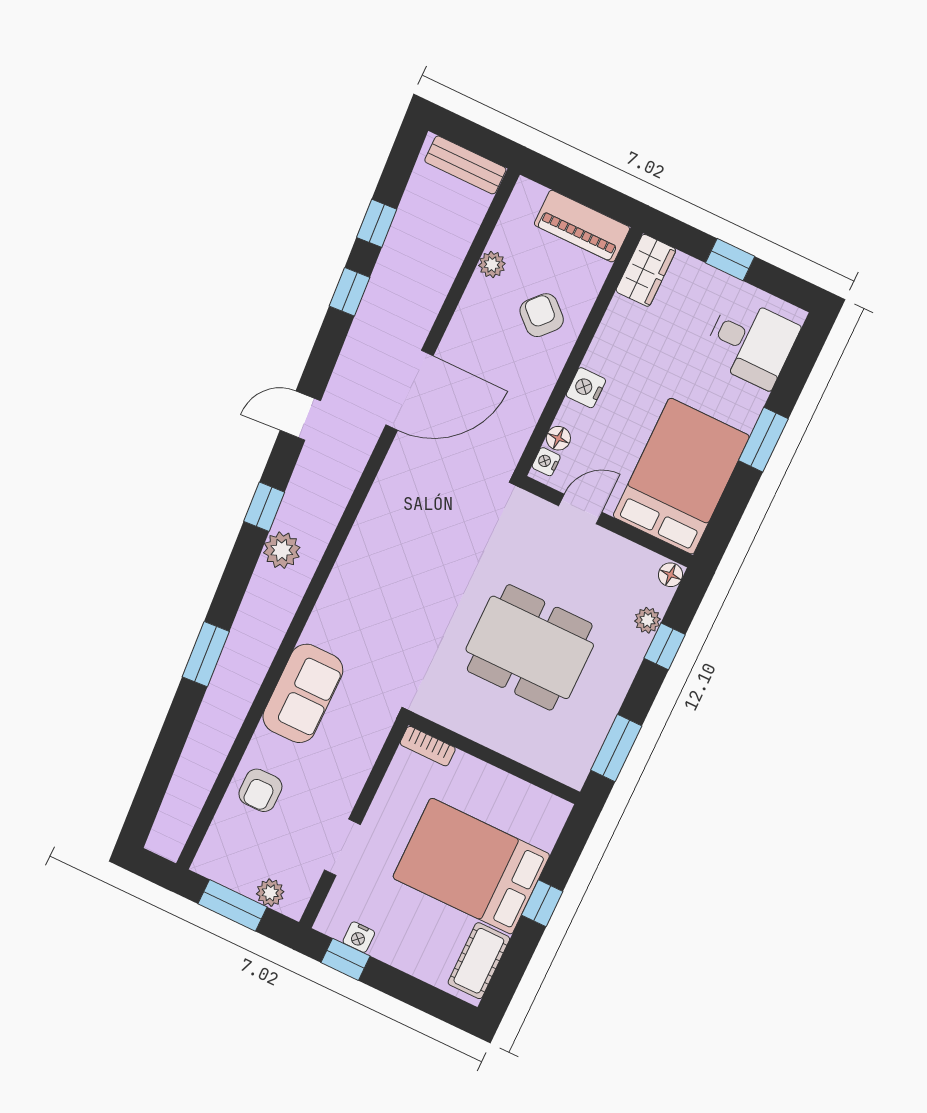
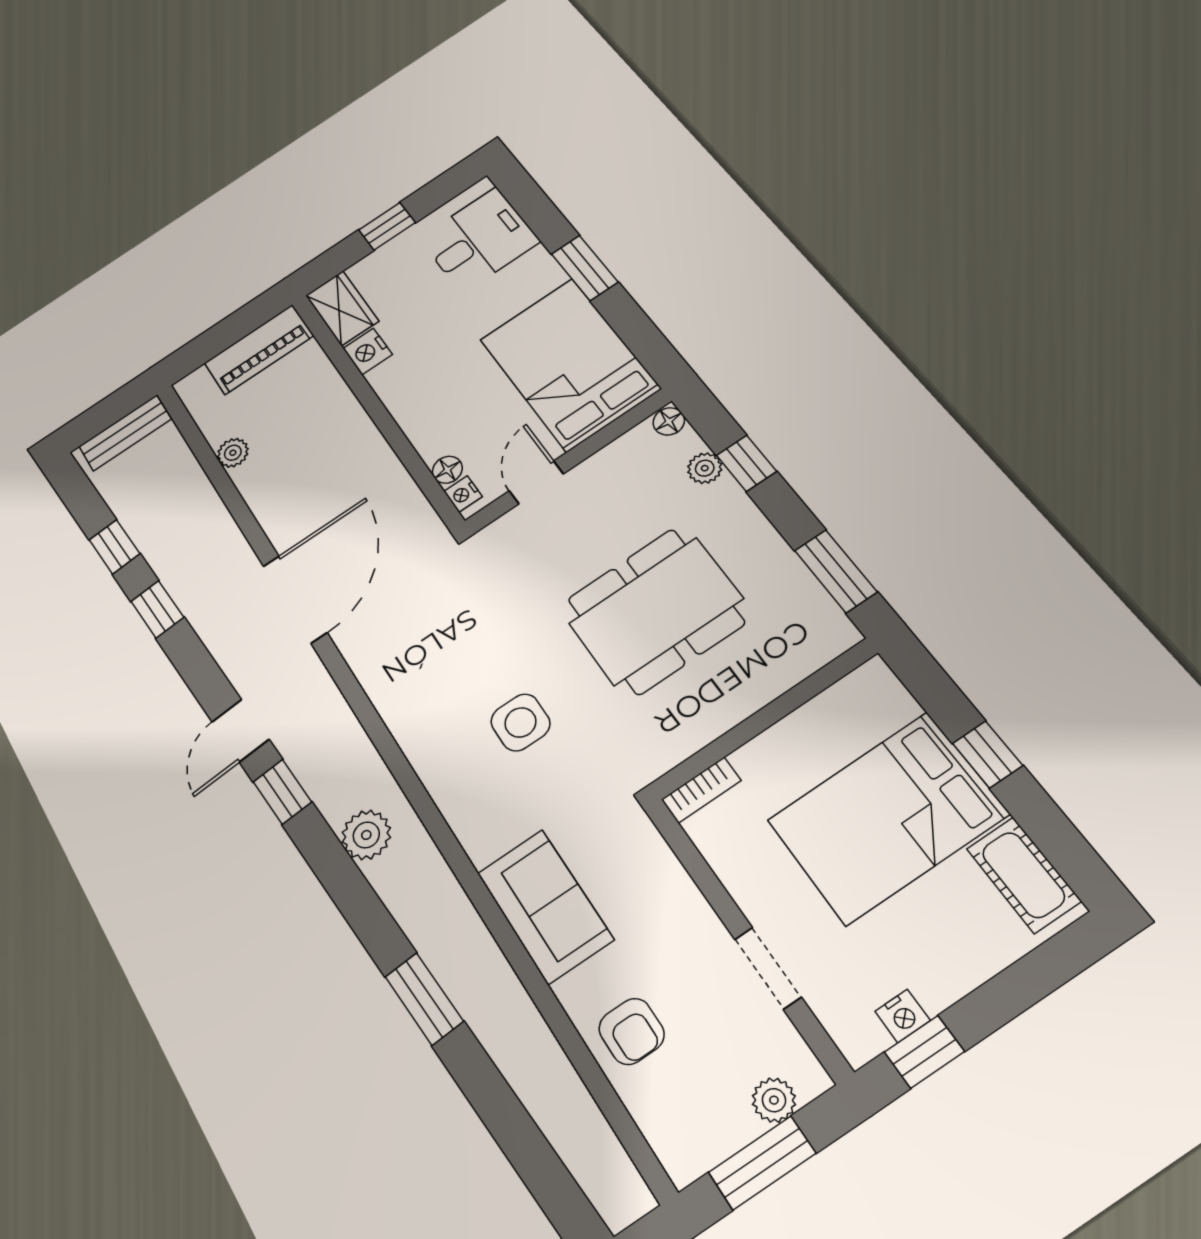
armchair: (542, 315) -> (314, 428), removed
nightstand: (586, 388) -> (368, 351), moved
window: (264, 507) -> (282, 792), moved
side table: (409, 605) -> (520, 722), added

